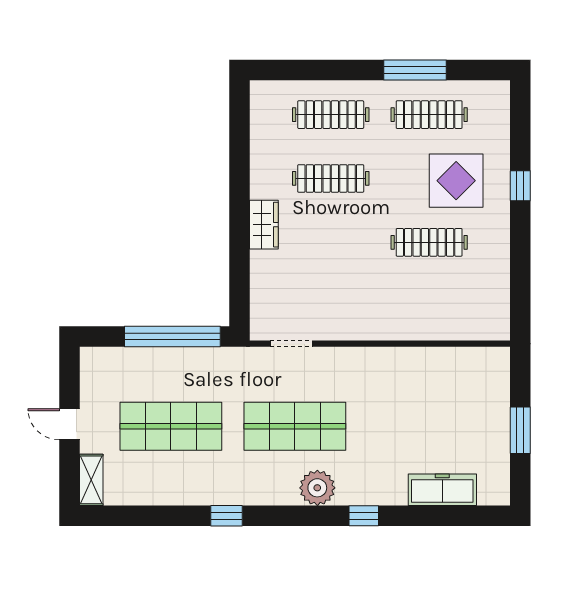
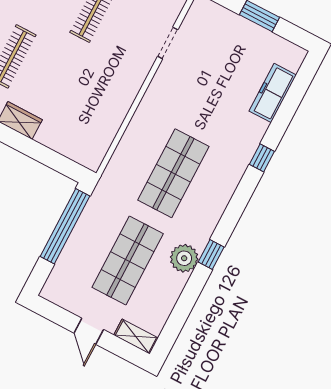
doorway: (291, 344) -> (168, 43), moved
door: (70, 424) -> (89, 331), hinge flipped
plant: (317, 488) -> (184, 258), moved

